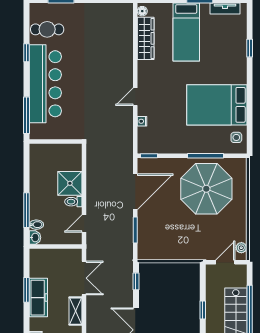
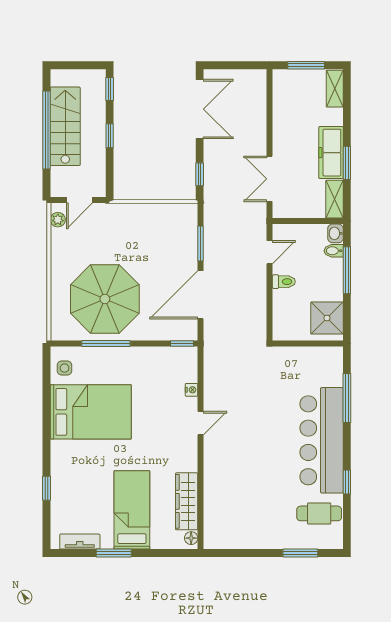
wall: (56, 141) -> (308, 344), moved
shower: (70, 183) -> (327, 318), moved
shelving: (76, 311) -> (335, 199), moved

